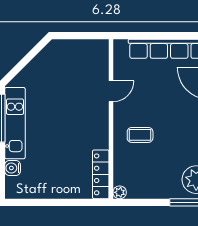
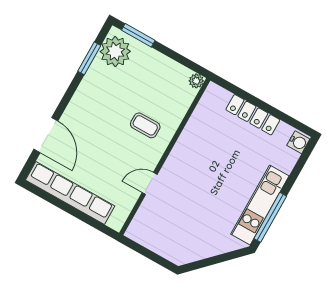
water cooler: (13, 168) -> (298, 142), moved
locker: (101, 174) -> (253, 115), moved, turned 90

